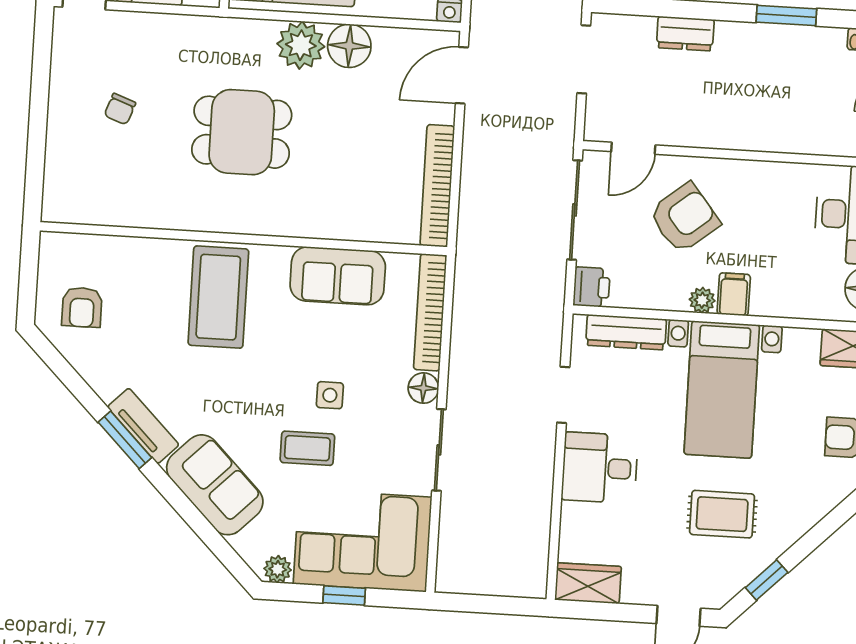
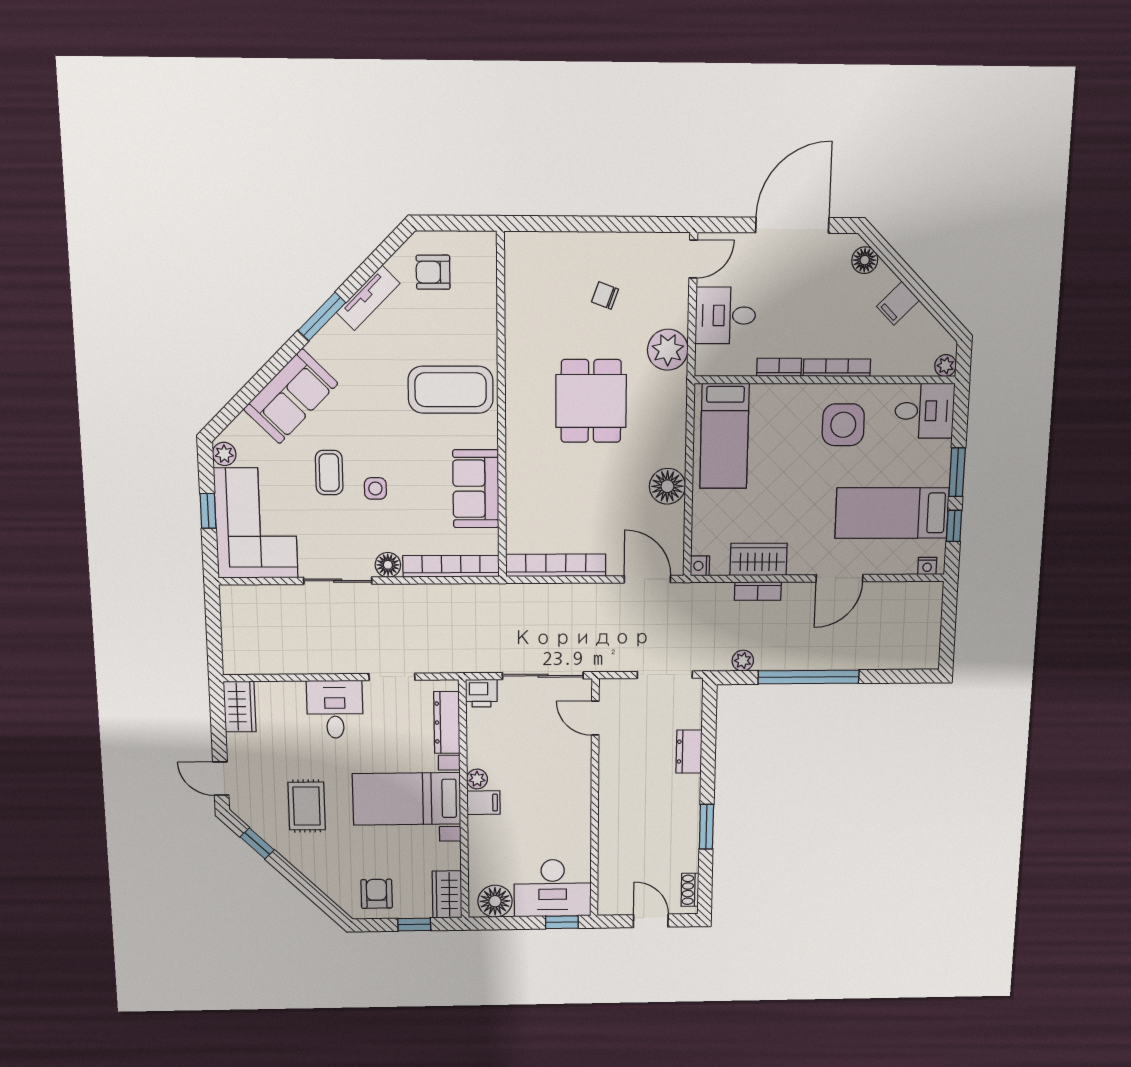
plant: (301, 45) -> (668, 350), moved
armchair: (684, 218) -> (542, 761), removed
tv unit: (143, 426) -> (368, 298), moved

